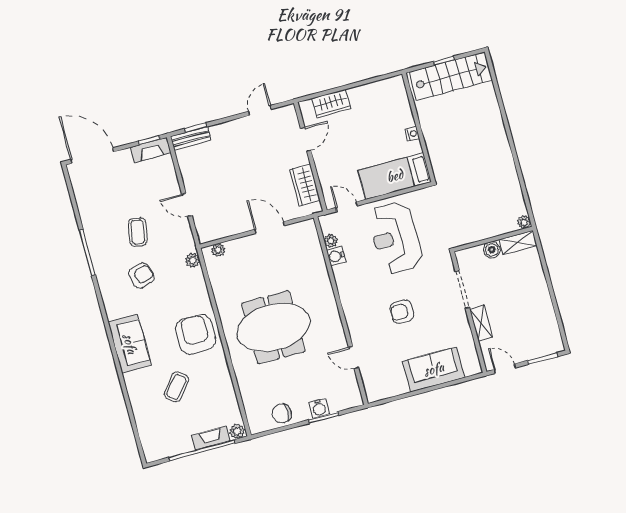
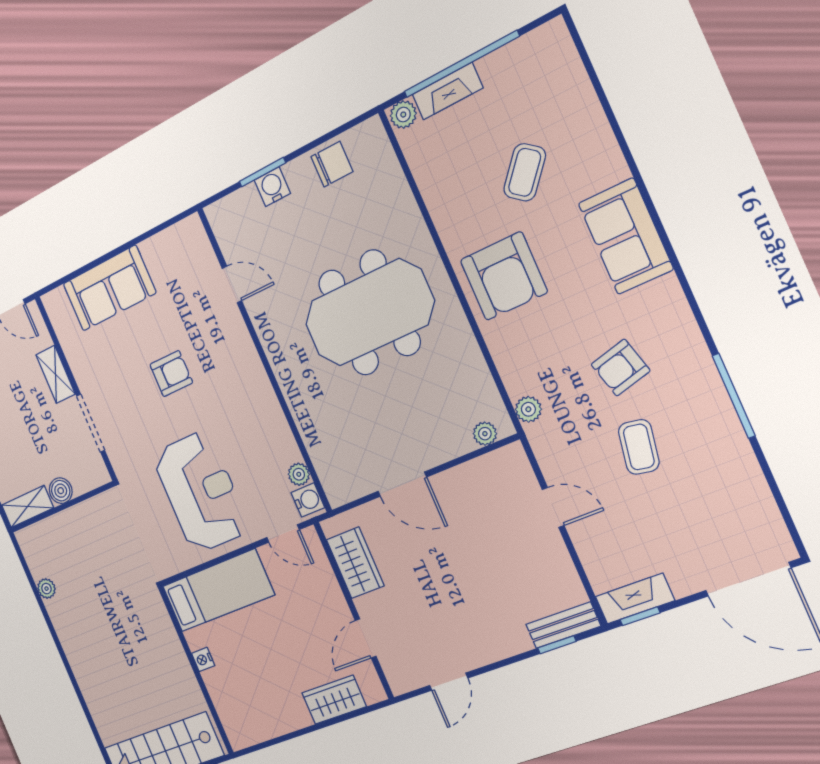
plant: (524, 222) -> (46, 589), moved
water cooler: (336, 256) -> (308, 500), moved

